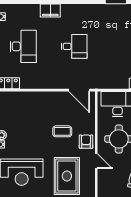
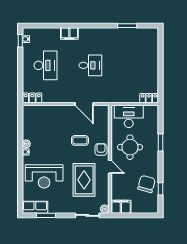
door: (79, 90) -> (84, 104), moved

